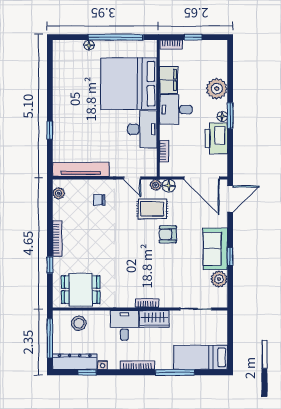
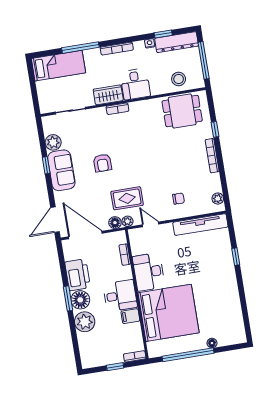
filing cabinet: (169, 80) -> (130, 316), width x0.50
floor lamp: (222, 117) -> (80, 300), width x1.89, depth x1.89
armchair: (168, 234) -> (102, 163), moved, turned 90

